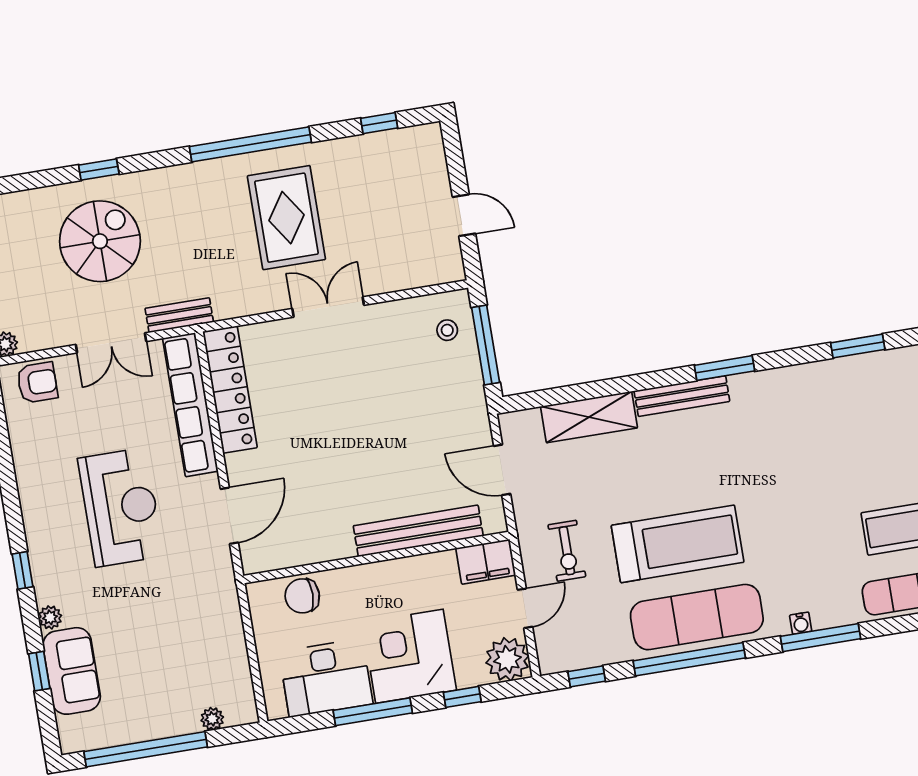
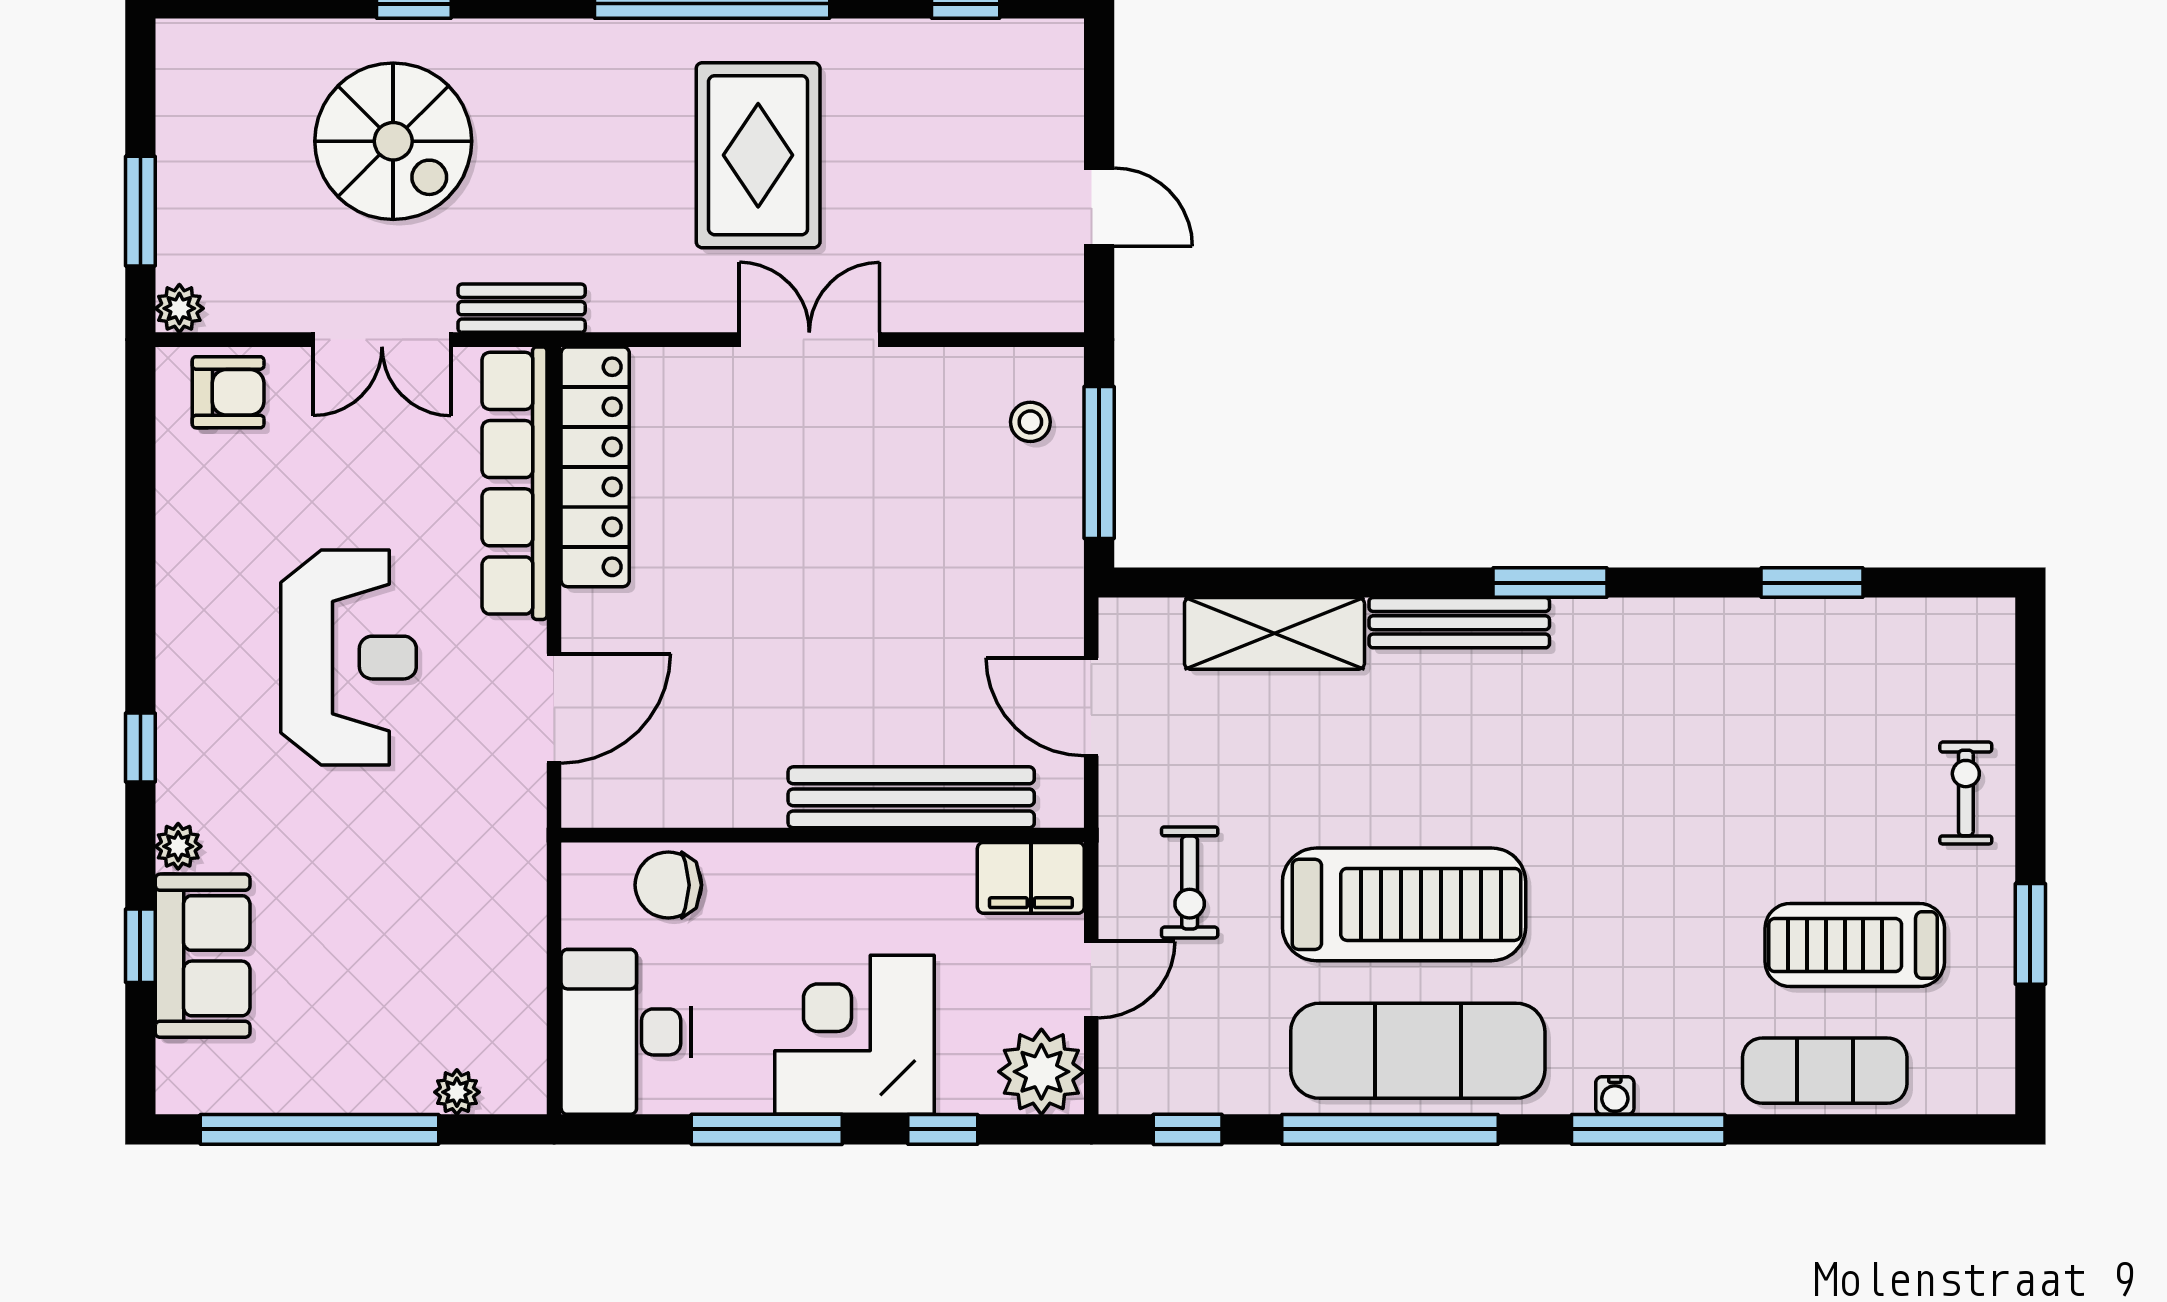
spiral stairs: (100, 241) -> (393, 141), turned 90
desk: (326, 678) -> (626, 1032), moved, turned 90

